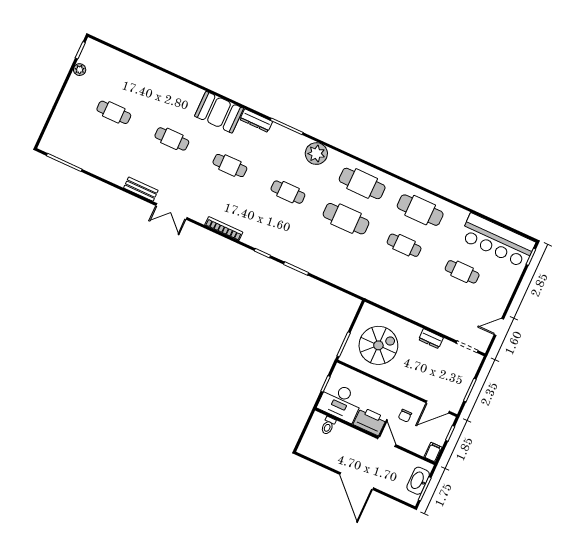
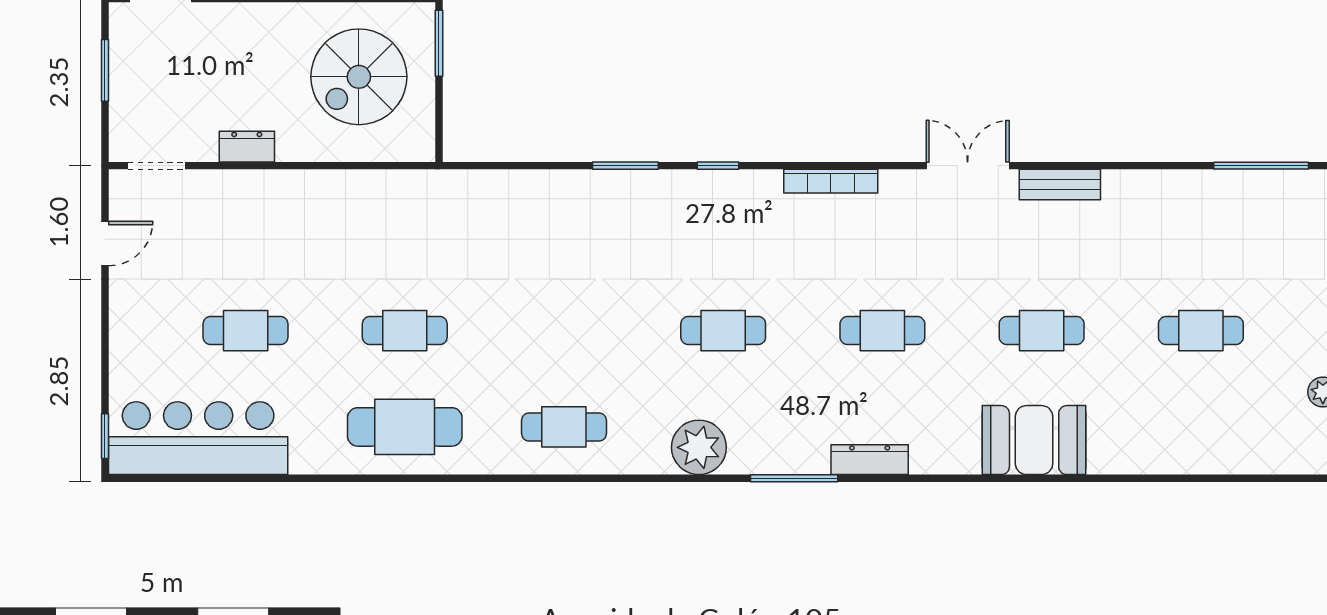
booth: (219, 112) -> (1034, 440), moved
cafe table: (362, 183) -> (564, 427), width x0.73, depth x0.74
cafe table: (346, 219) -> (564, 331), removed

